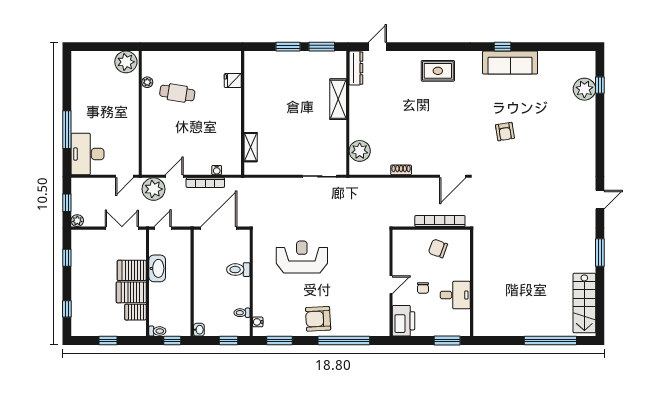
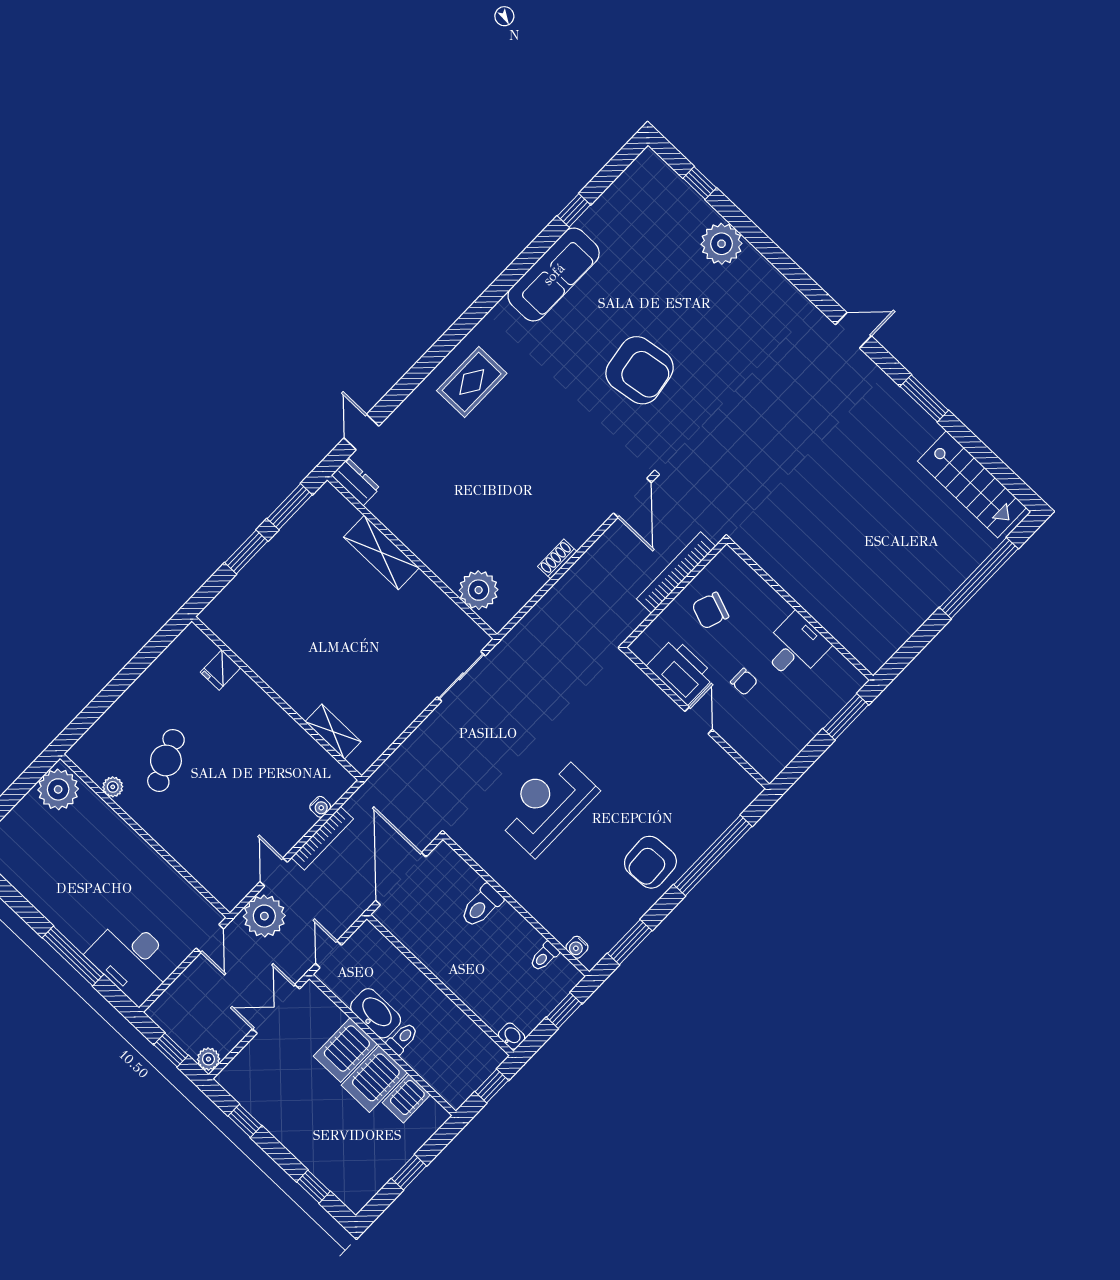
window: (503, 47) -> (574, 210), moved
dresser: (356, 68) -> (355, 482), width x0.70
plant: (584, 89) -> (722, 244), moved
cafe table: (177, 93) -> (166, 760), turned -33
armchair: (505, 132) -> (640, 370), width x1.88, depth x1.88
door: (600, 200) -> (853, 330), hinge flipped
printer: (404, 321) -> (681, 671), moved
toilet: (157, 331) -> (402, 1039), moved

